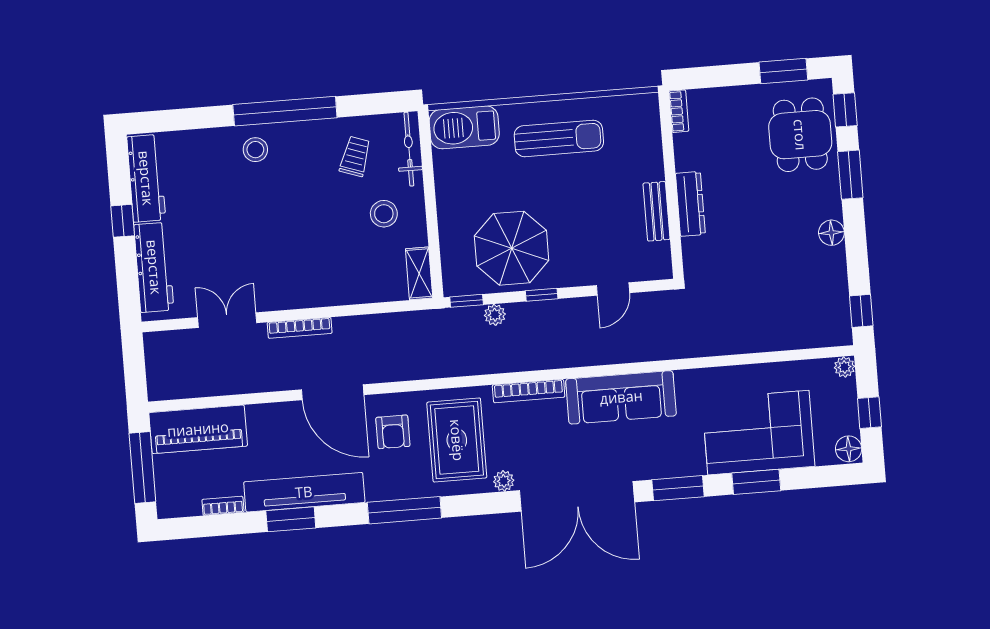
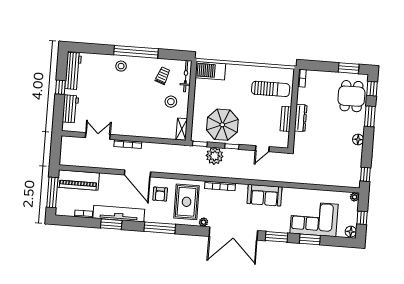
sun lounger: (559, 138) -> (271, 89), moved
workbench: (154, 267) -> (70, 109), width x0.73
plant: (495, 315) -> (215, 156), width x1.87, depth x1.87
sofa: (621, 397) -> (264, 195), width x0.73

